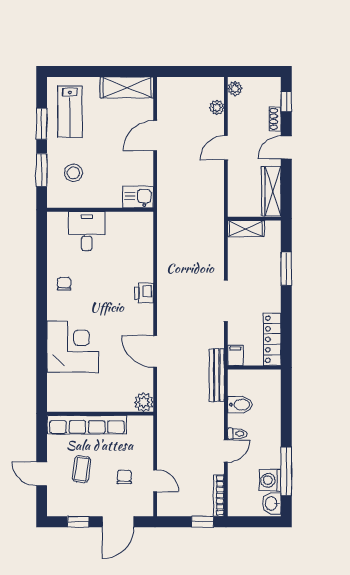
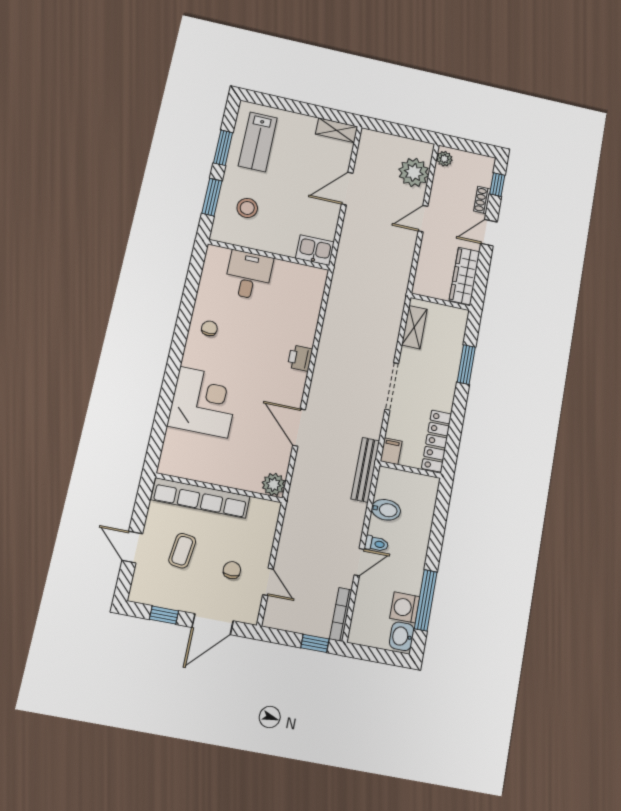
shelving: (127, 87) -> (337, 130), width x0.67, depth x0.75
plant: (217, 108) -> (414, 172), width x1.88, depth x1.88
shelving: (246, 229) -> (414, 327), moved, turned 90

